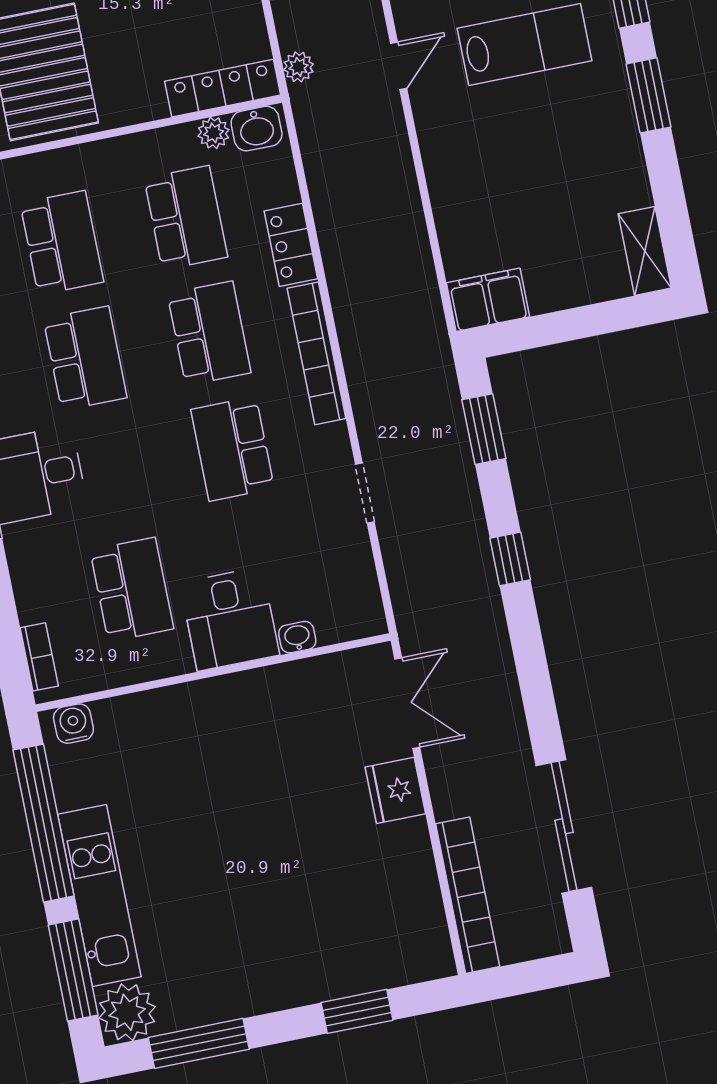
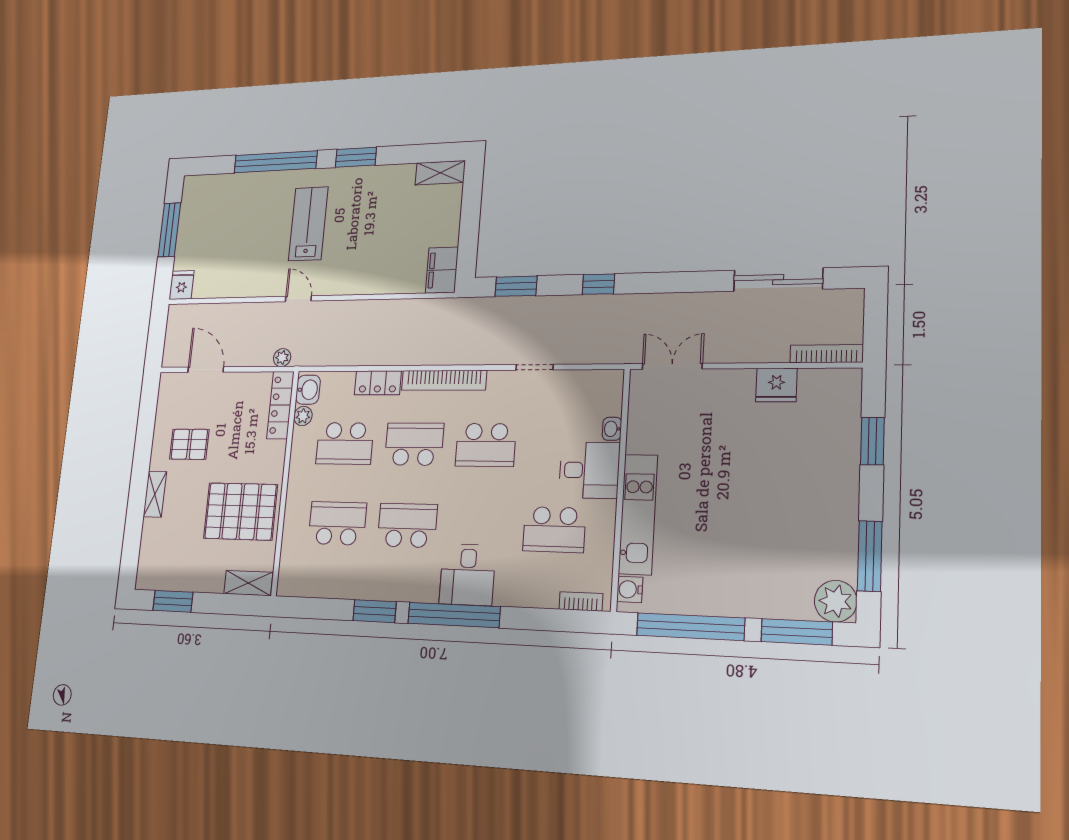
school desk: (186, 218) -> (345, 443), turned 180
school desk: (132, 589) -> (554, 530), turned 180
fridge: (395, 790) -> (776, 385), moved
kitchen unit: (99, 895) -> (638, 514), moved, turned 90
bookcase: (468, 895) -> (827, 354), width x0.68, depth x0.76

